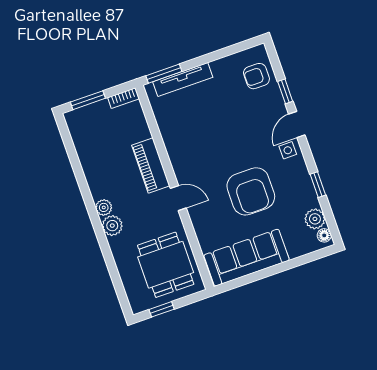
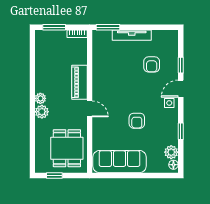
armchair: (256, 76) -> (152, 64), moved, turned -90
tv unit: (183, 80) -> (132, 35), moved
armchair: (251, 191) -> (137, 121), width x0.53, depth x0.53

